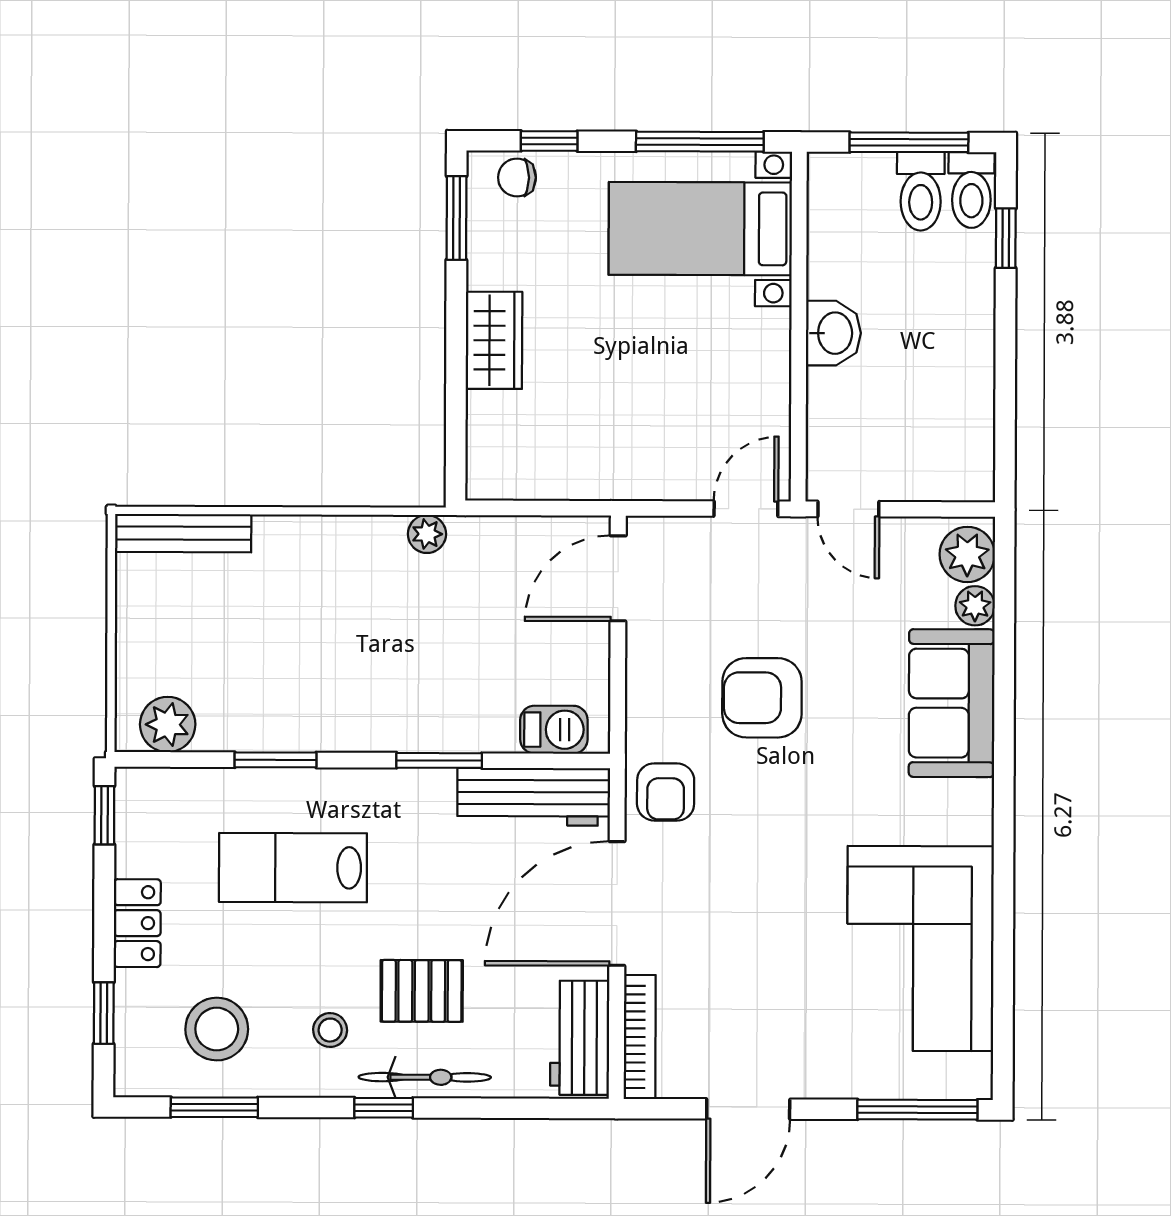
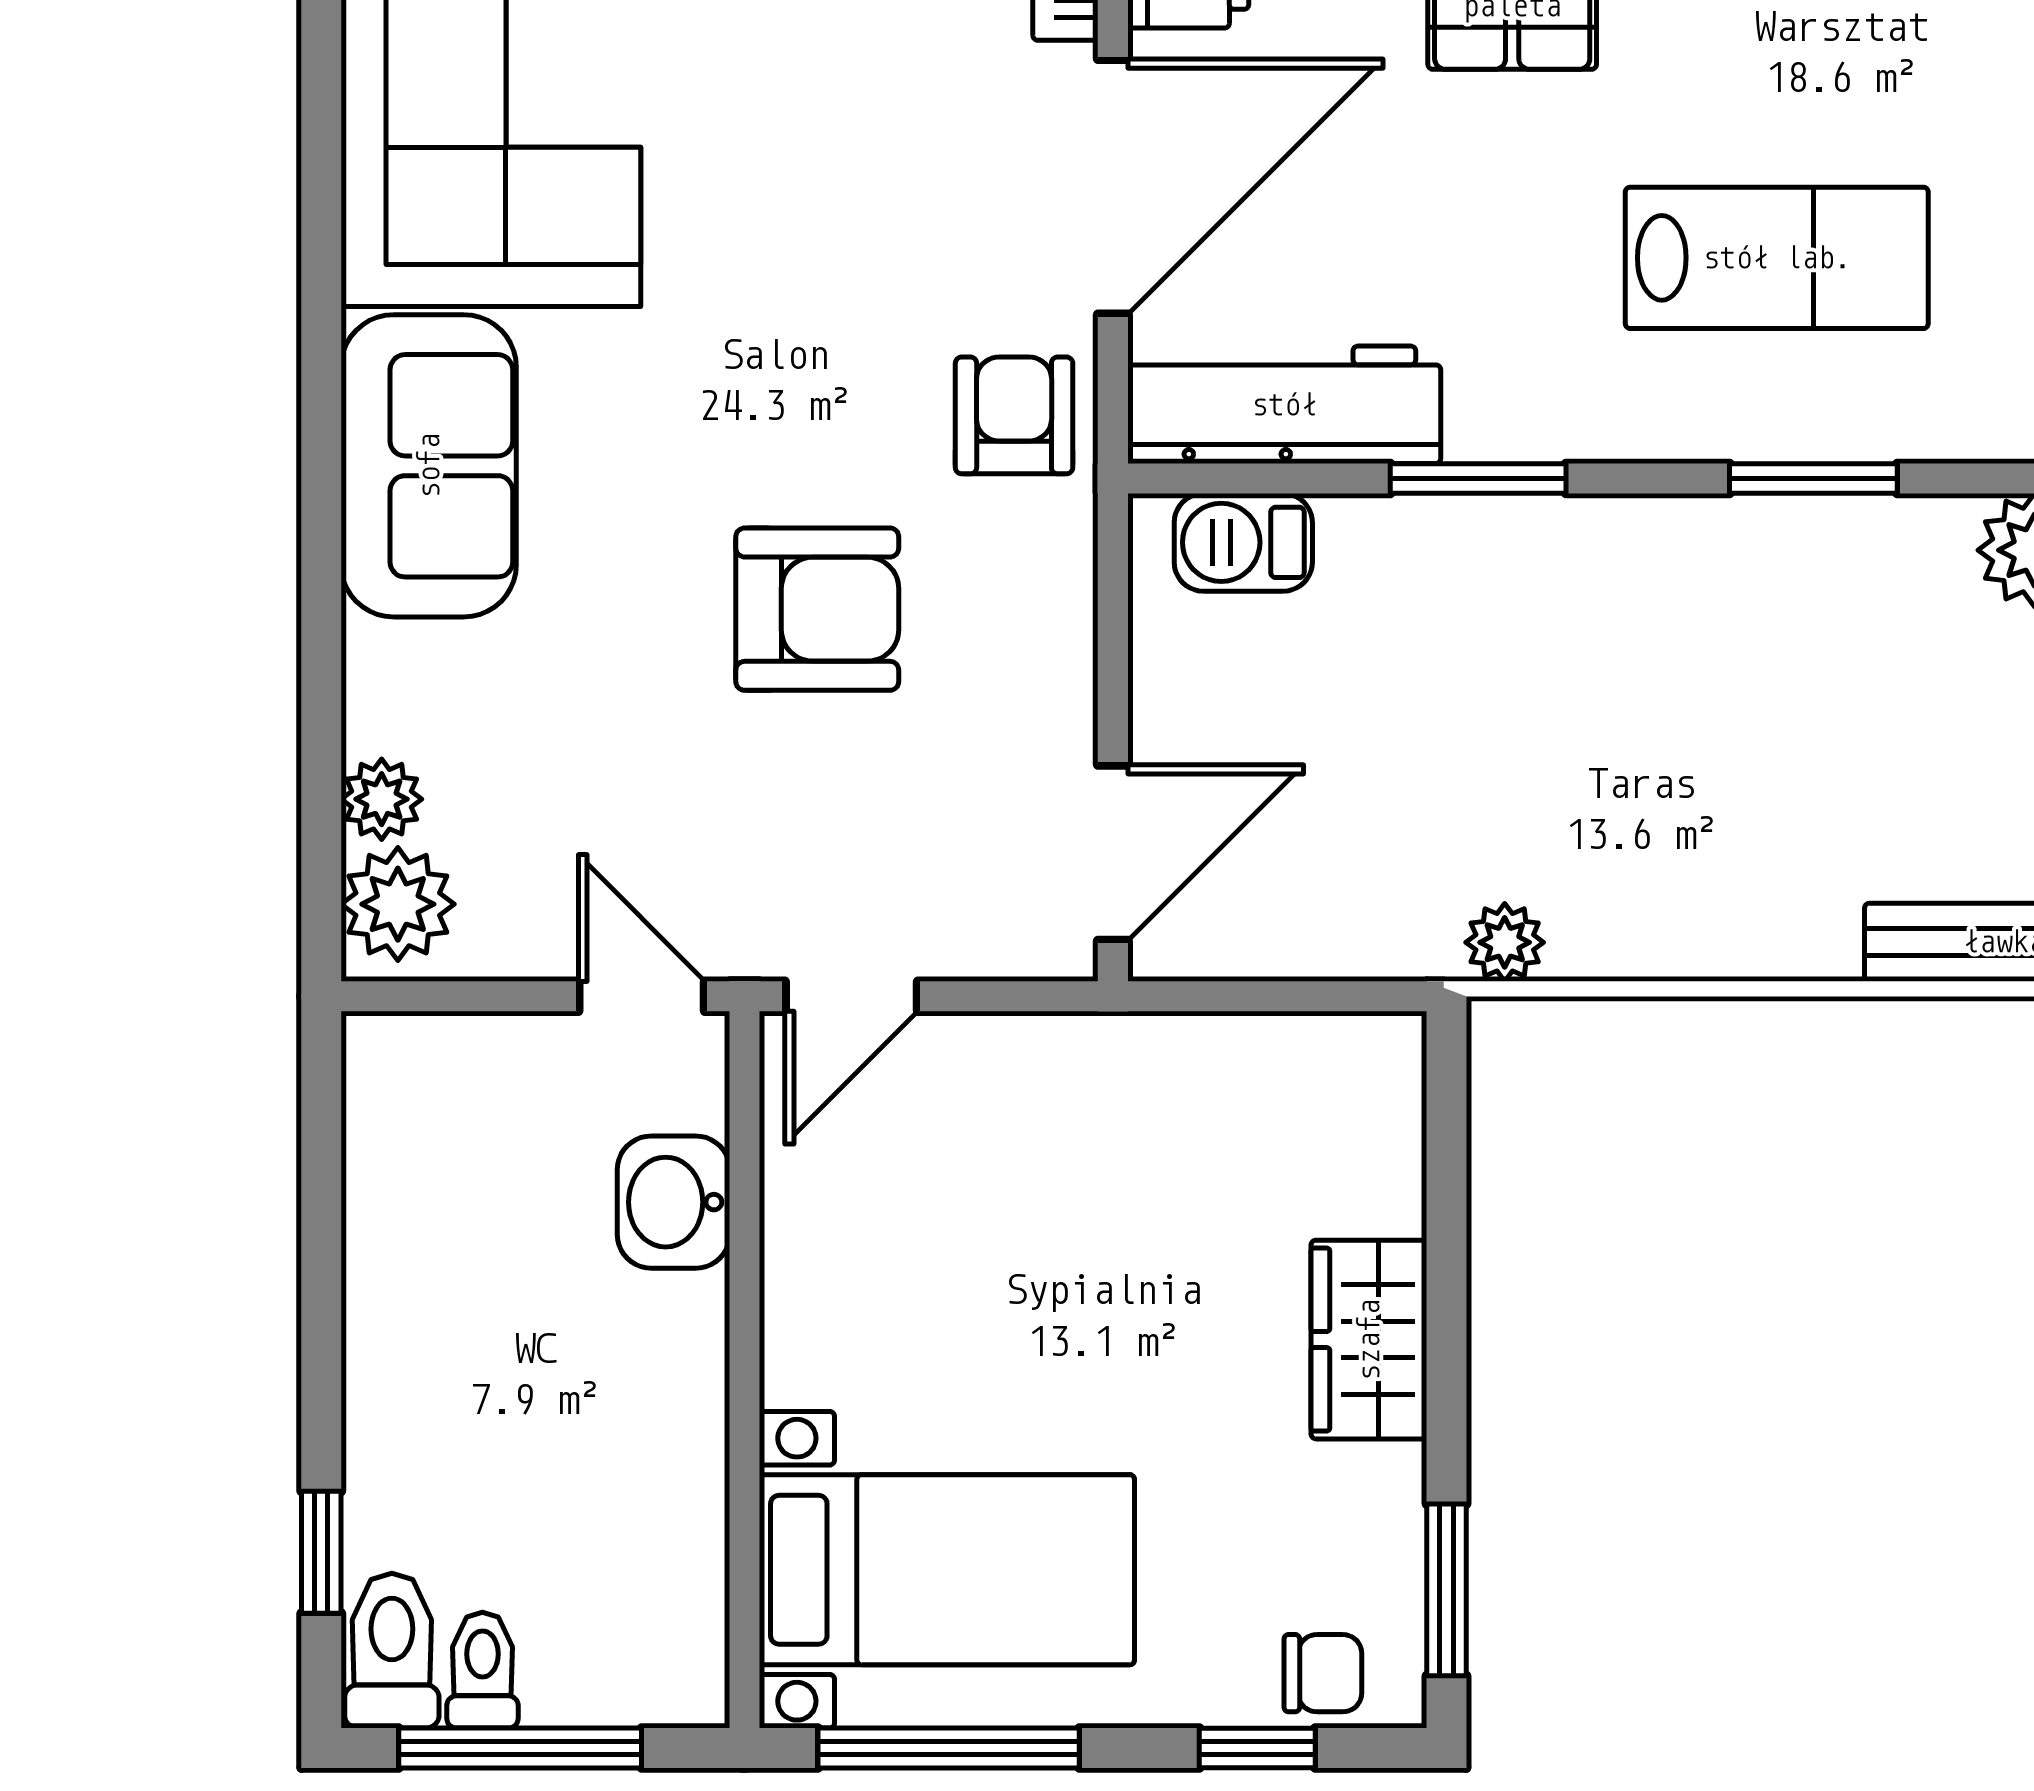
toilet: (921, 191) -> (482, 1670), width x0.73, depth x0.72
washbasin: (833, 333) -> (673, 1202), moved
sofa: (952, 703) -> (429, 466), moved

